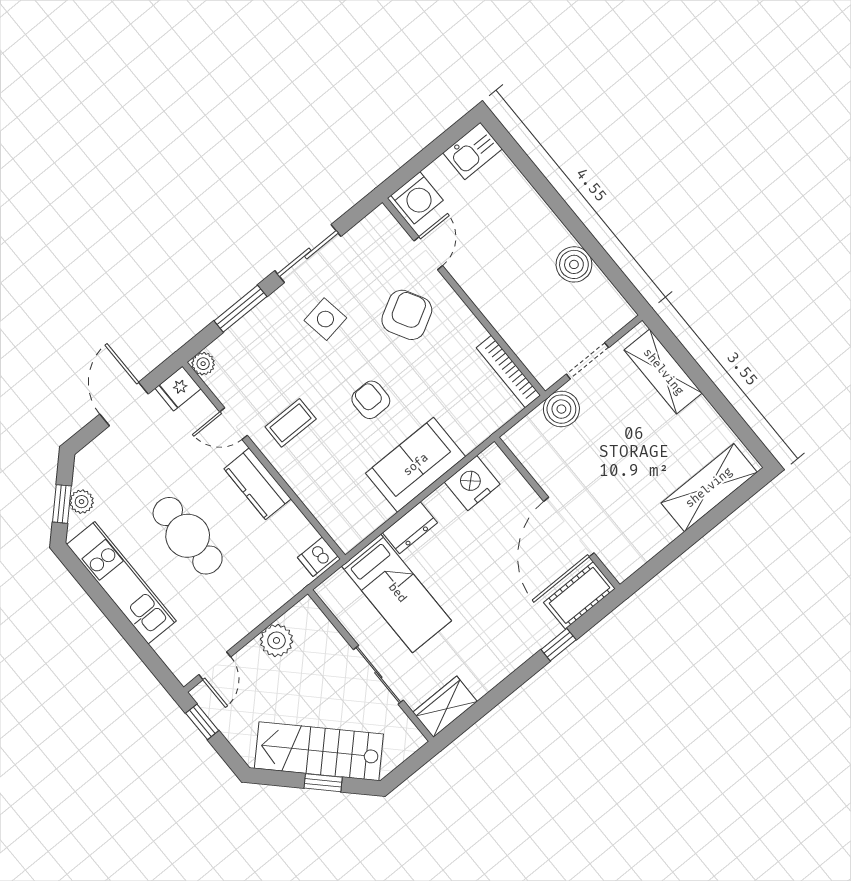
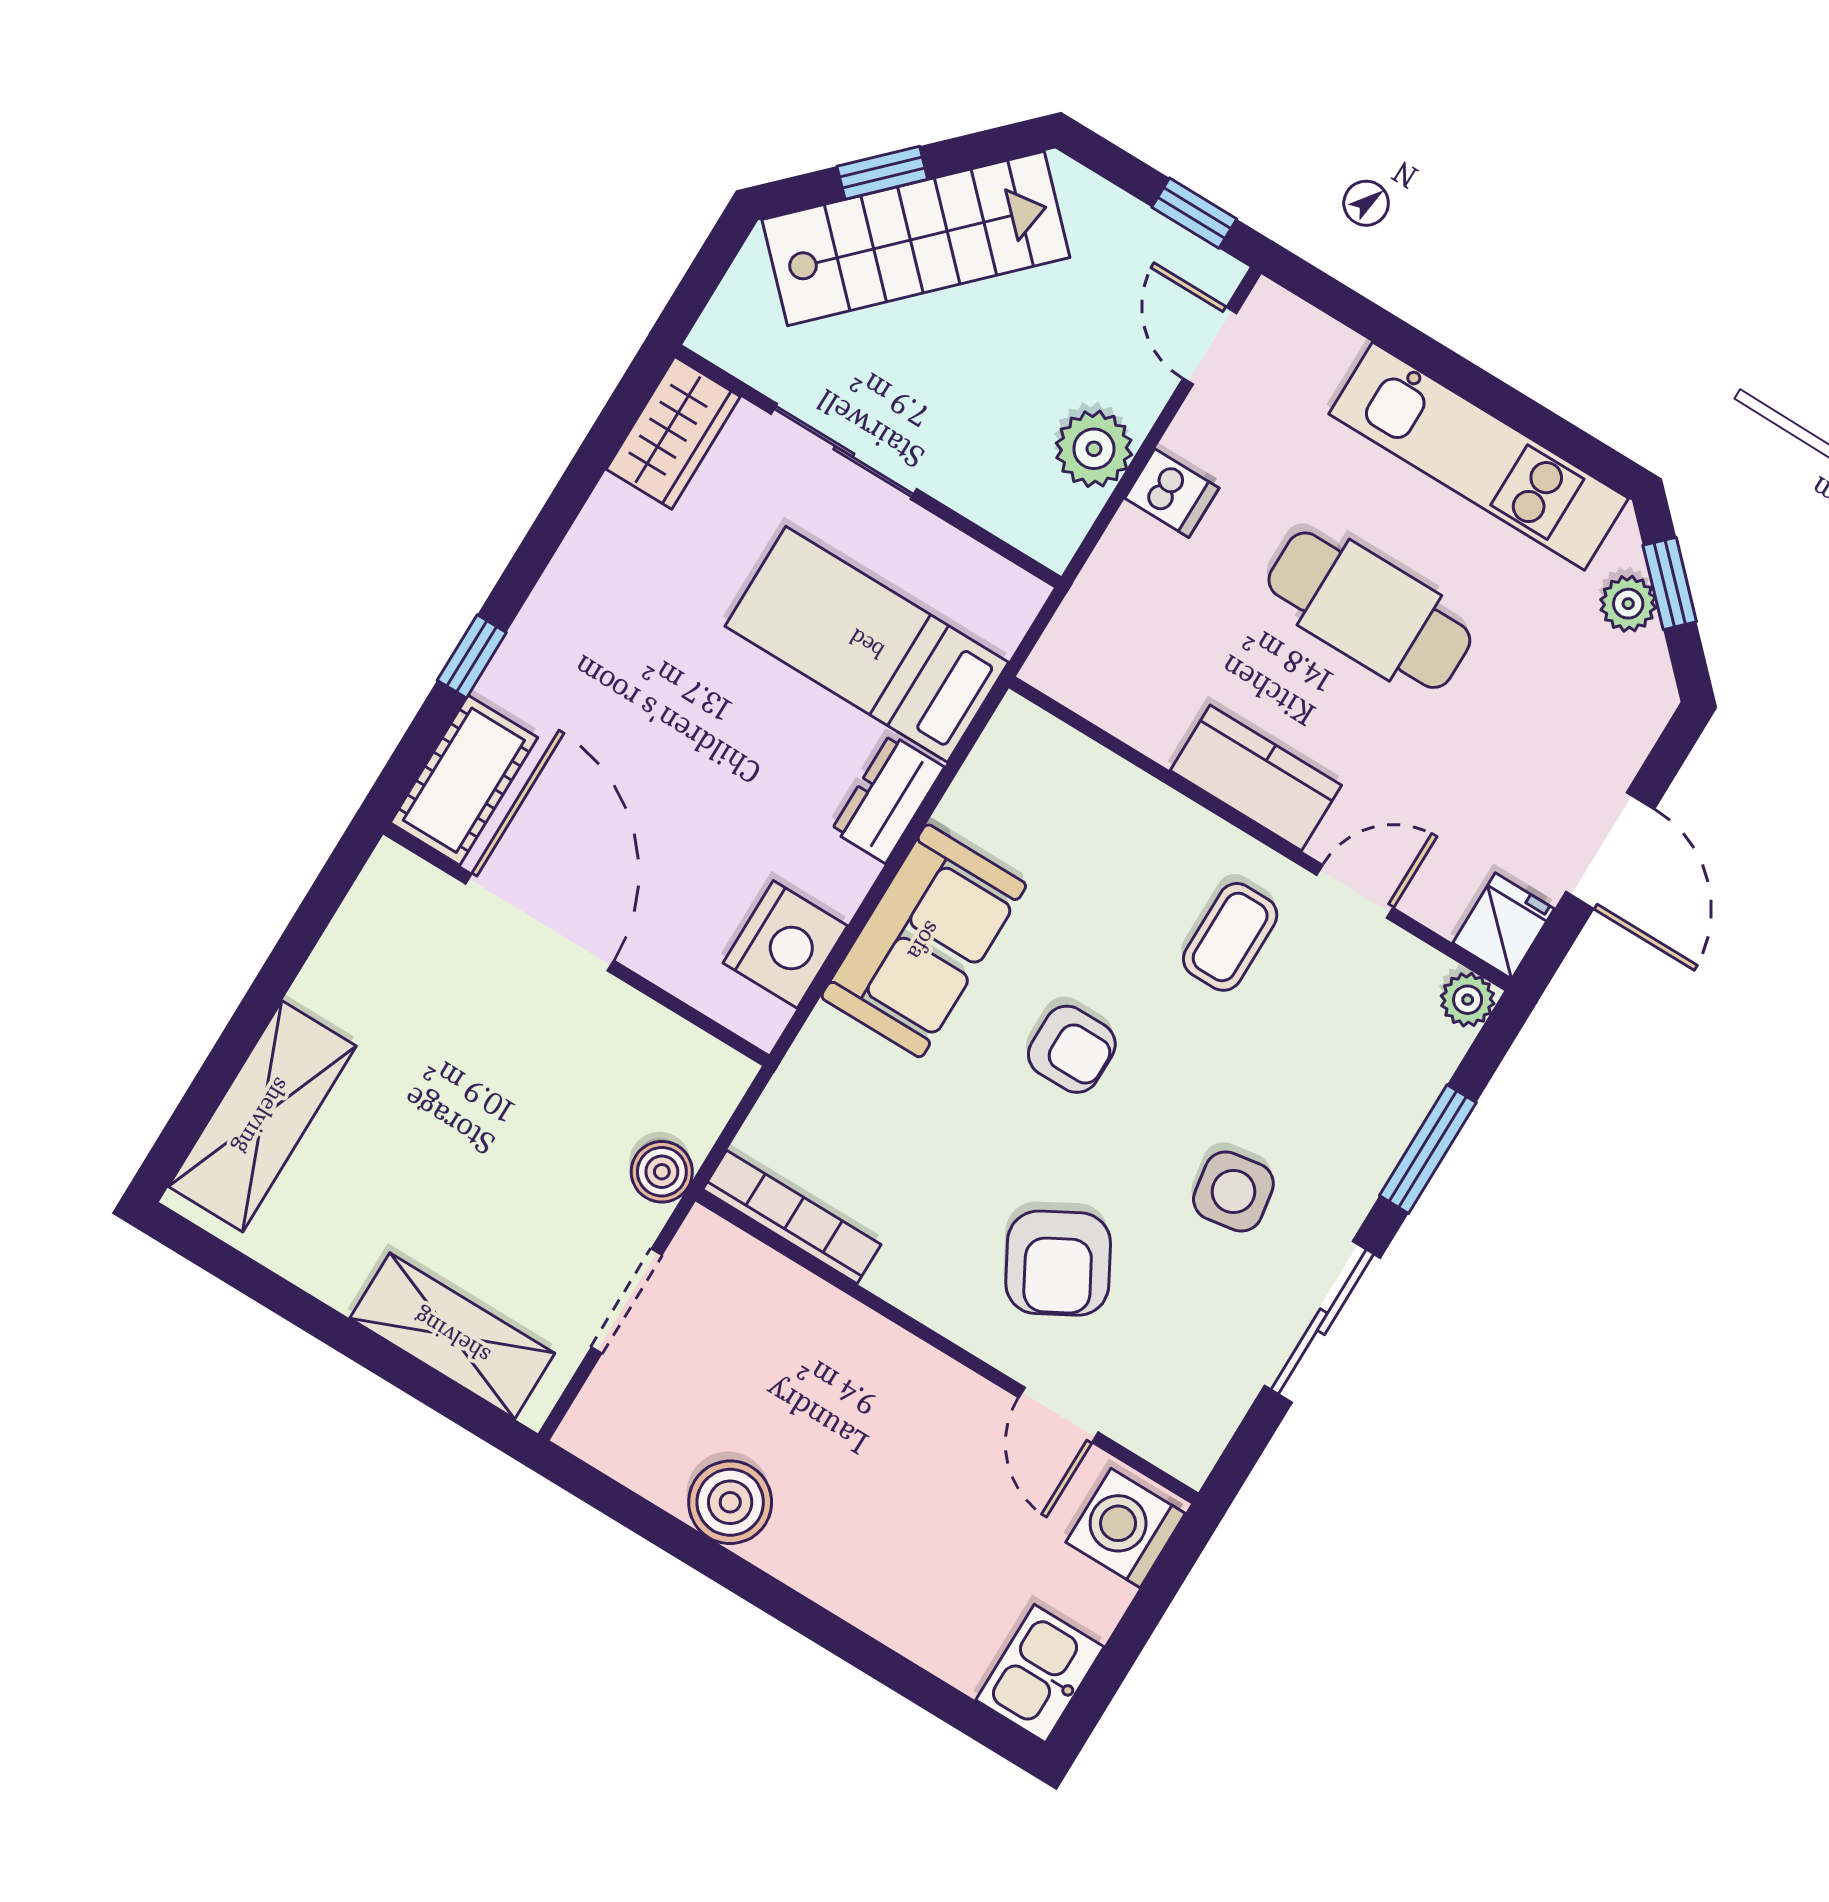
boiler: (561, 409) -> (662, 1172), width x0.73, depth x0.73
dishwasher: (318, 557) -> (1172, 493), moved, turned 90

